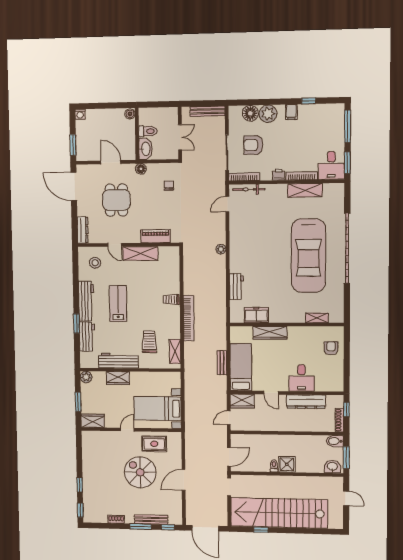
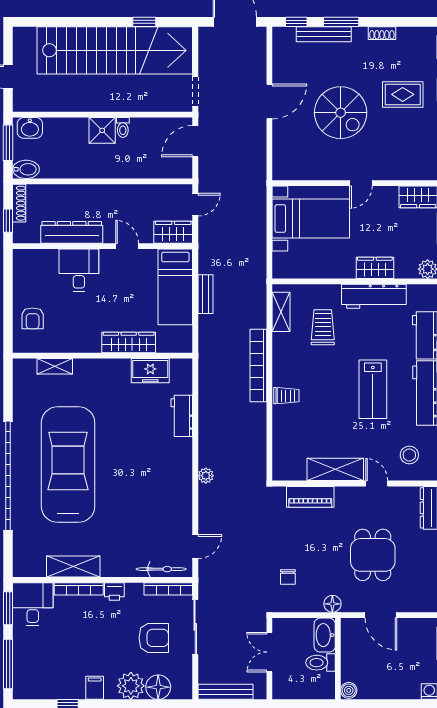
trolley: (149, 342) -> (323, 327), turned 180
rug: (154, 444) -> (403, 94), moved

